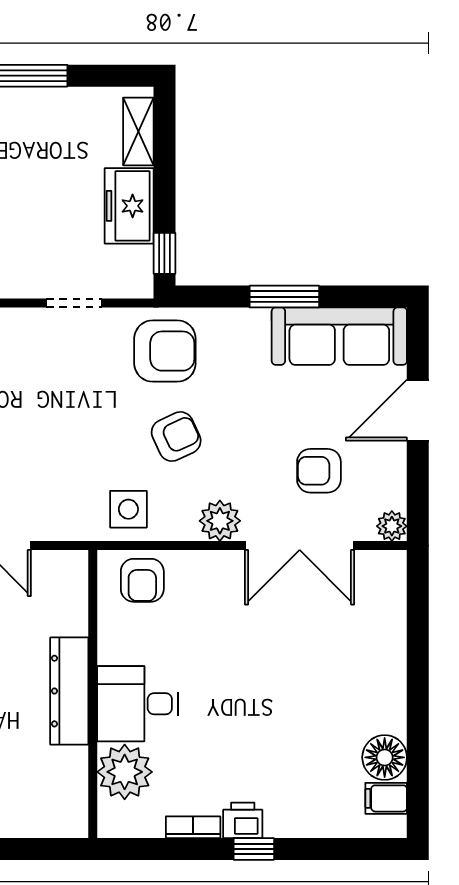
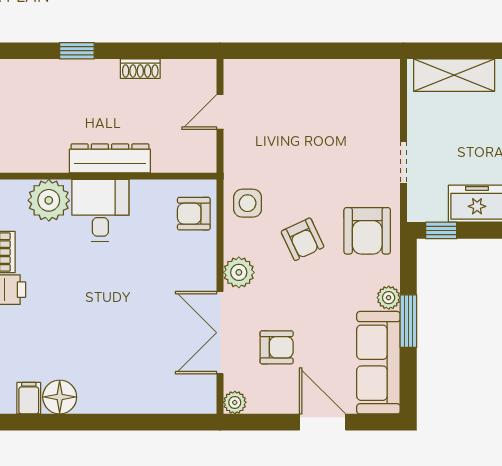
plant: (253, 323) -> (389, 298), added
armchair: (319, 471) -> (277, 347), turned 90

